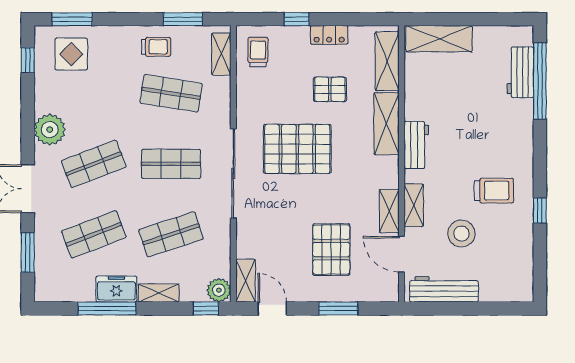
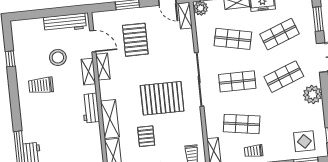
pallet: (330, 89) -> (146, 136), turned 90
window: (540, 210) -> (10, 59), moved
shop shelf: (171, 234) -> (233, 39), turned 30

